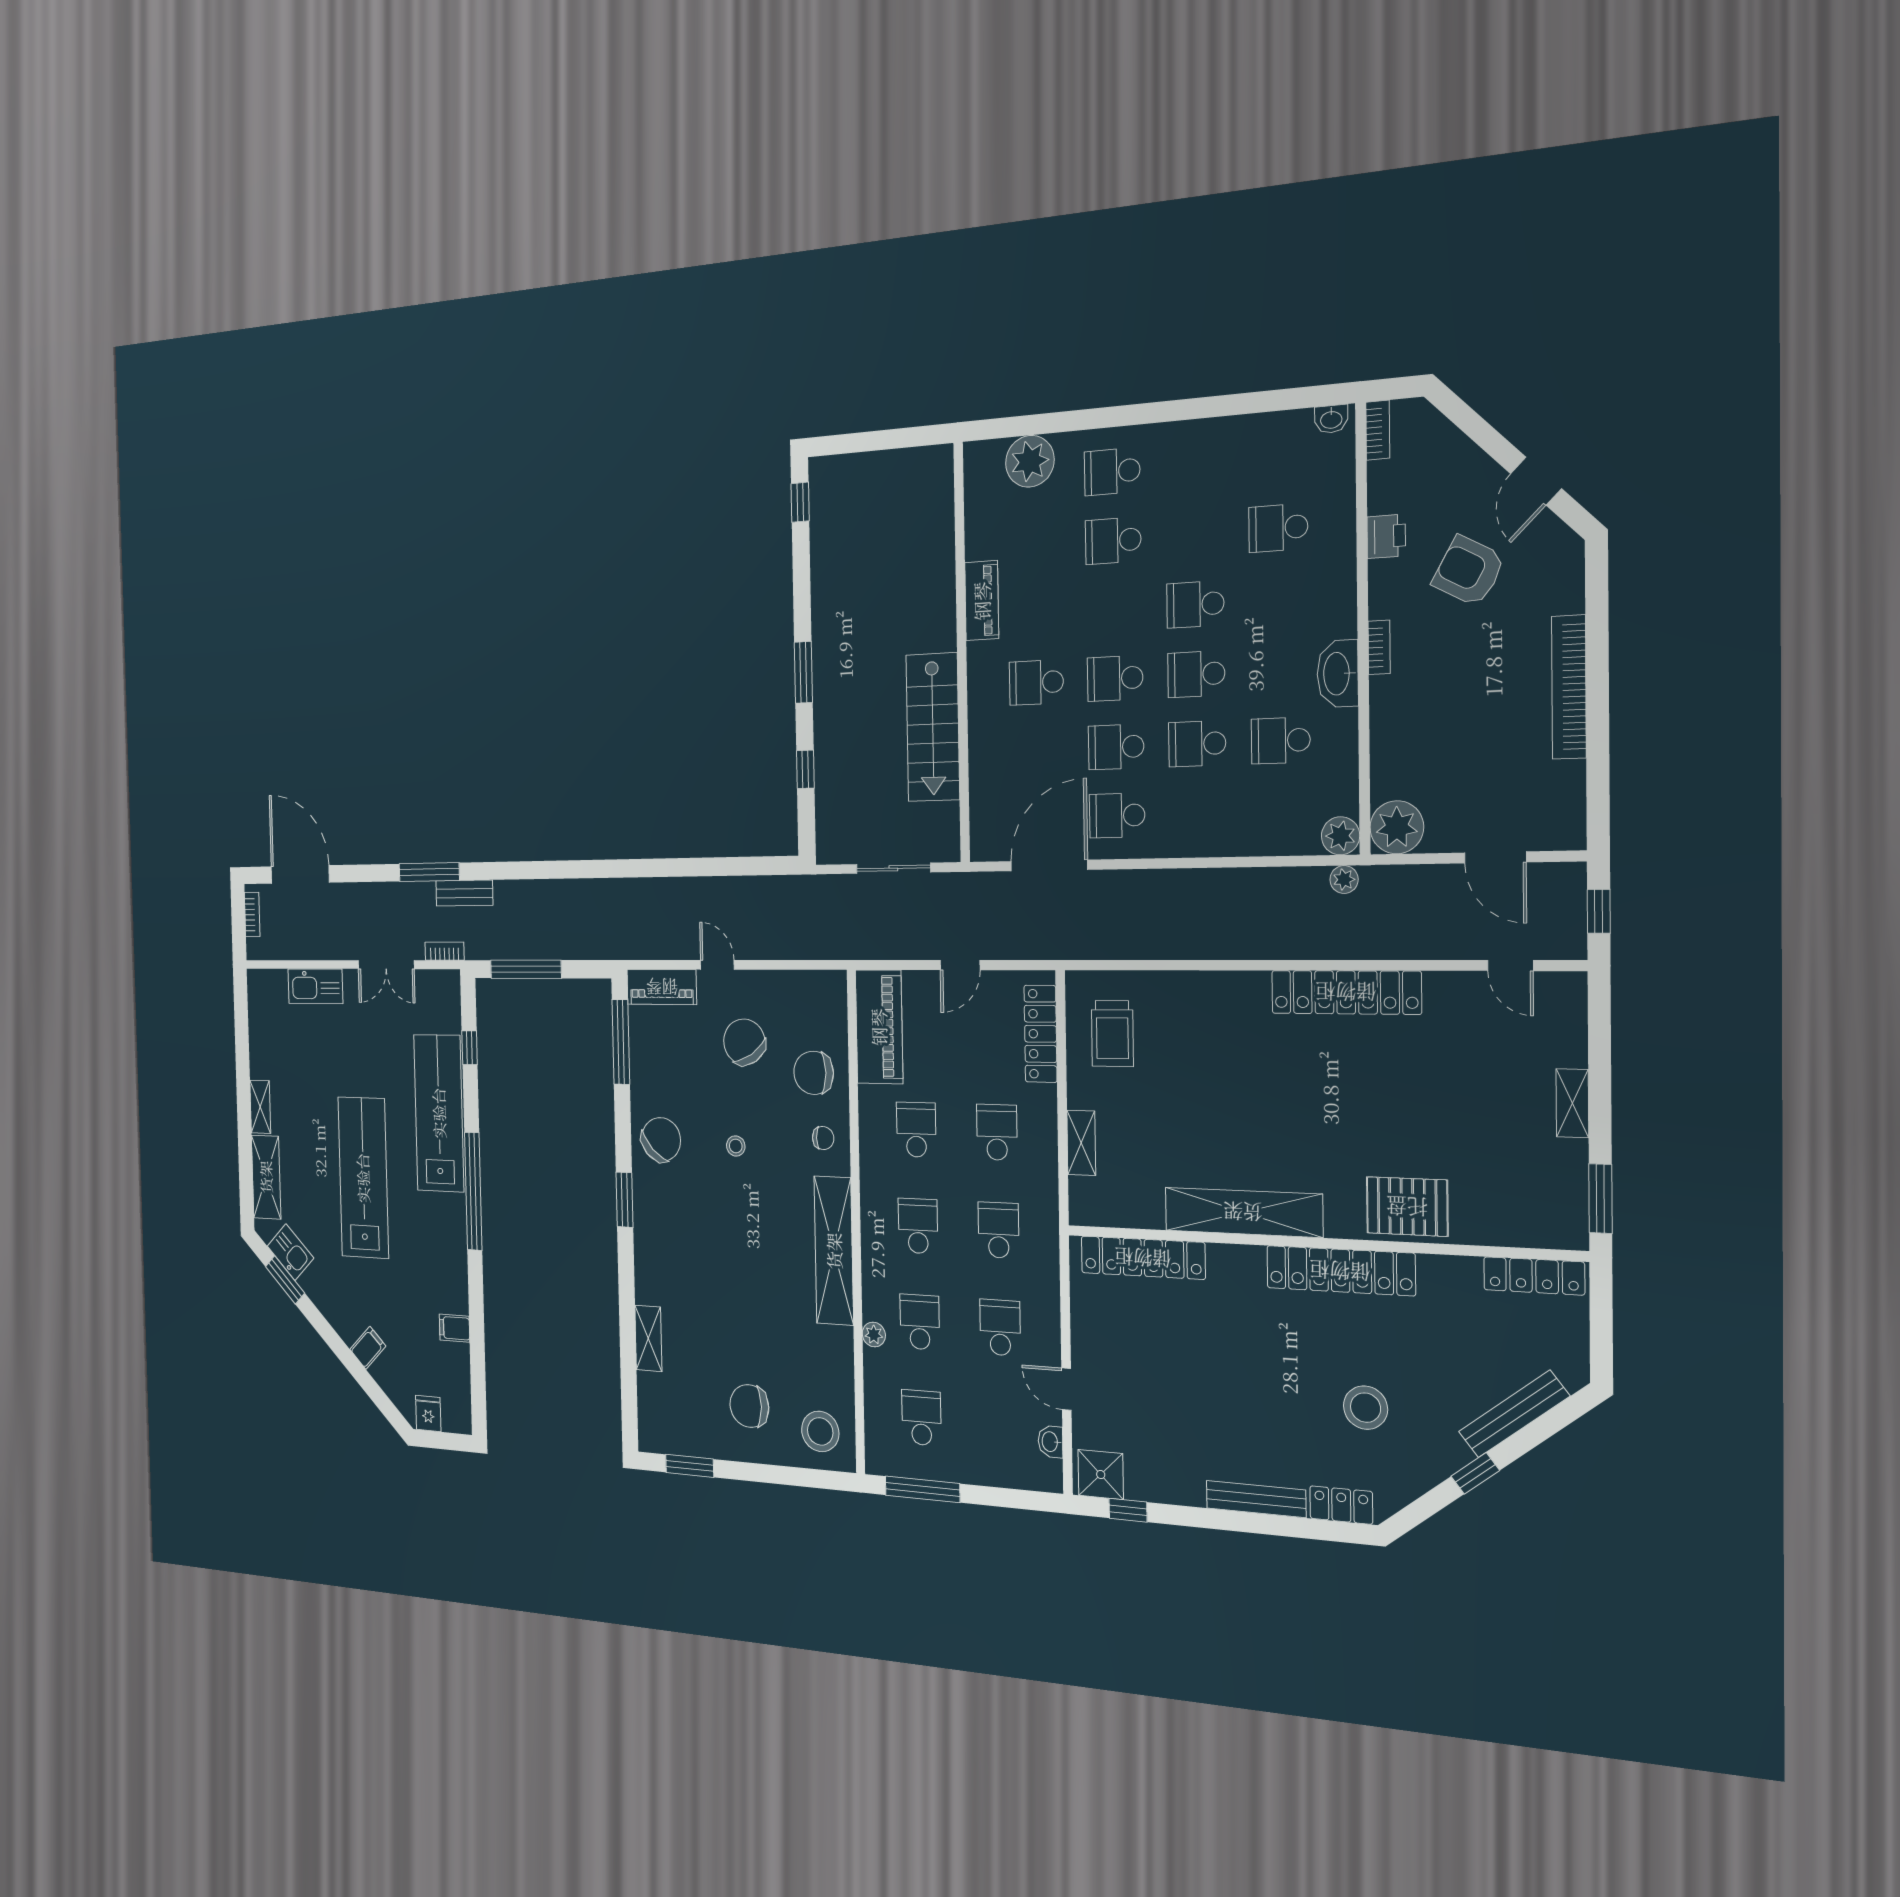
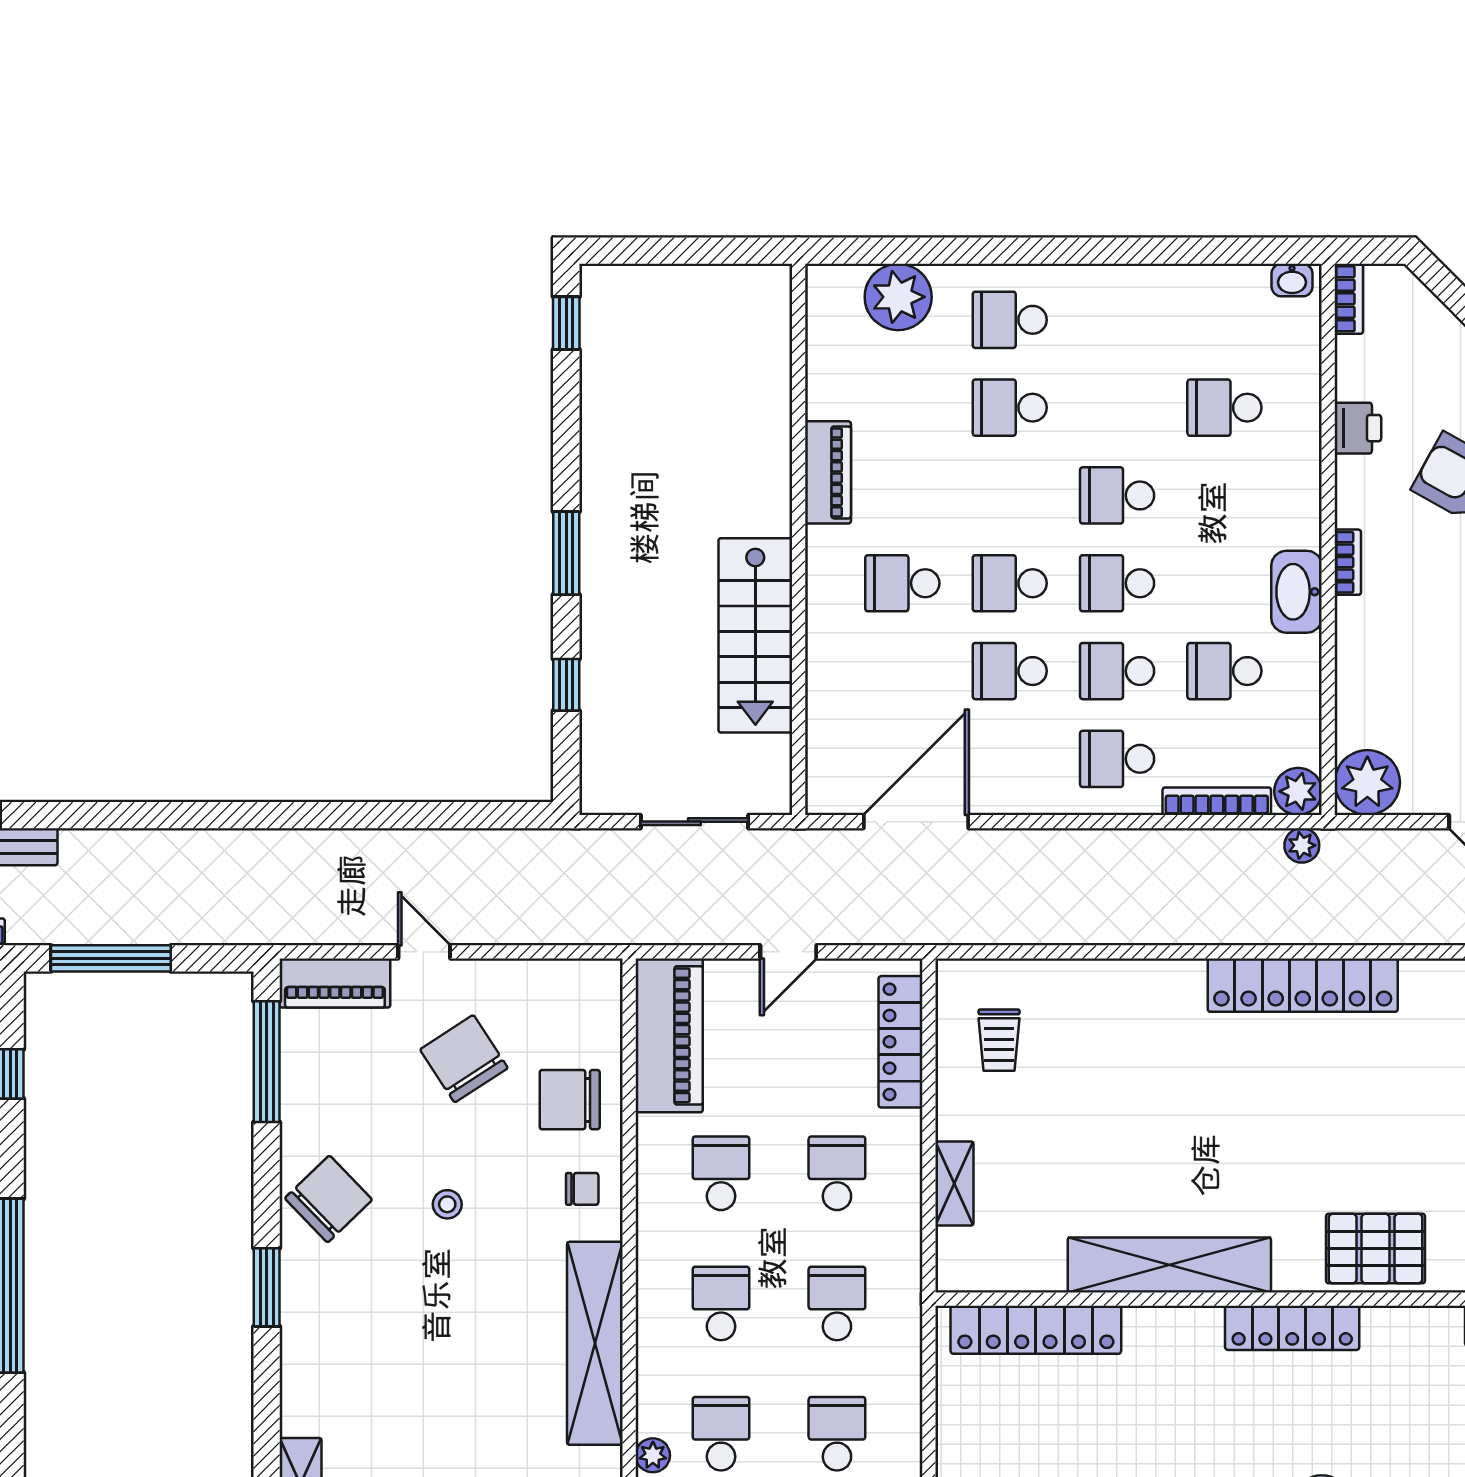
school desk: (1117, 815) -> (1117, 759), moved
bookcase: (1276, 845) -> (1217, 801), added
trolley: (1112, 1034) -> (999, 1040), width x0.73, depth x0.72
locker: (1340, 1271) -> (1292, 1328), width x0.71, depth x0.83

